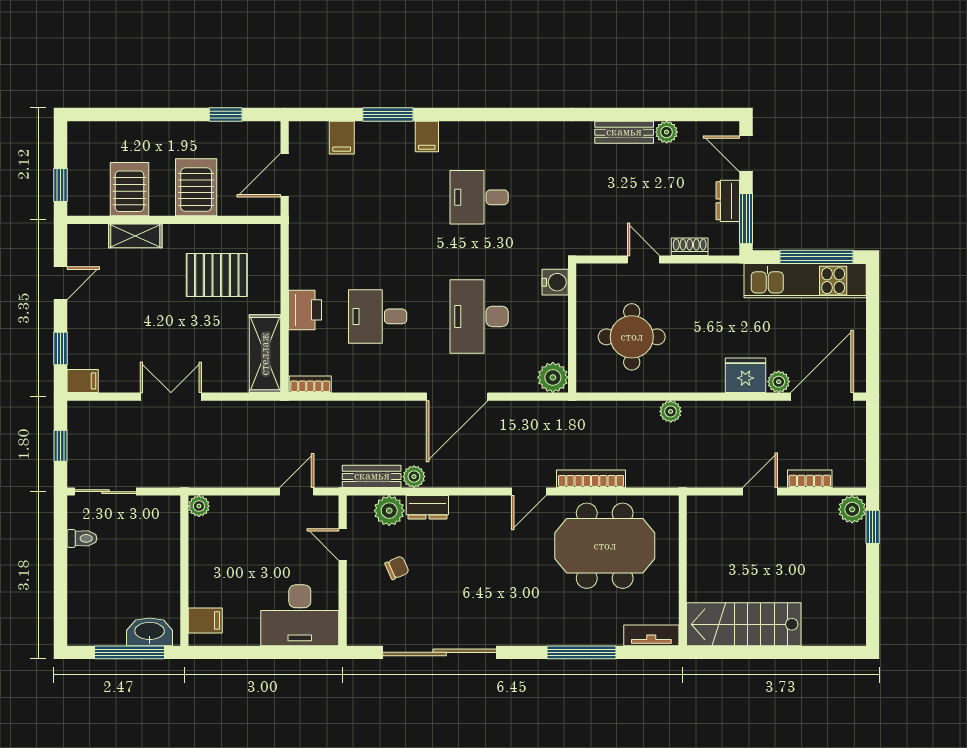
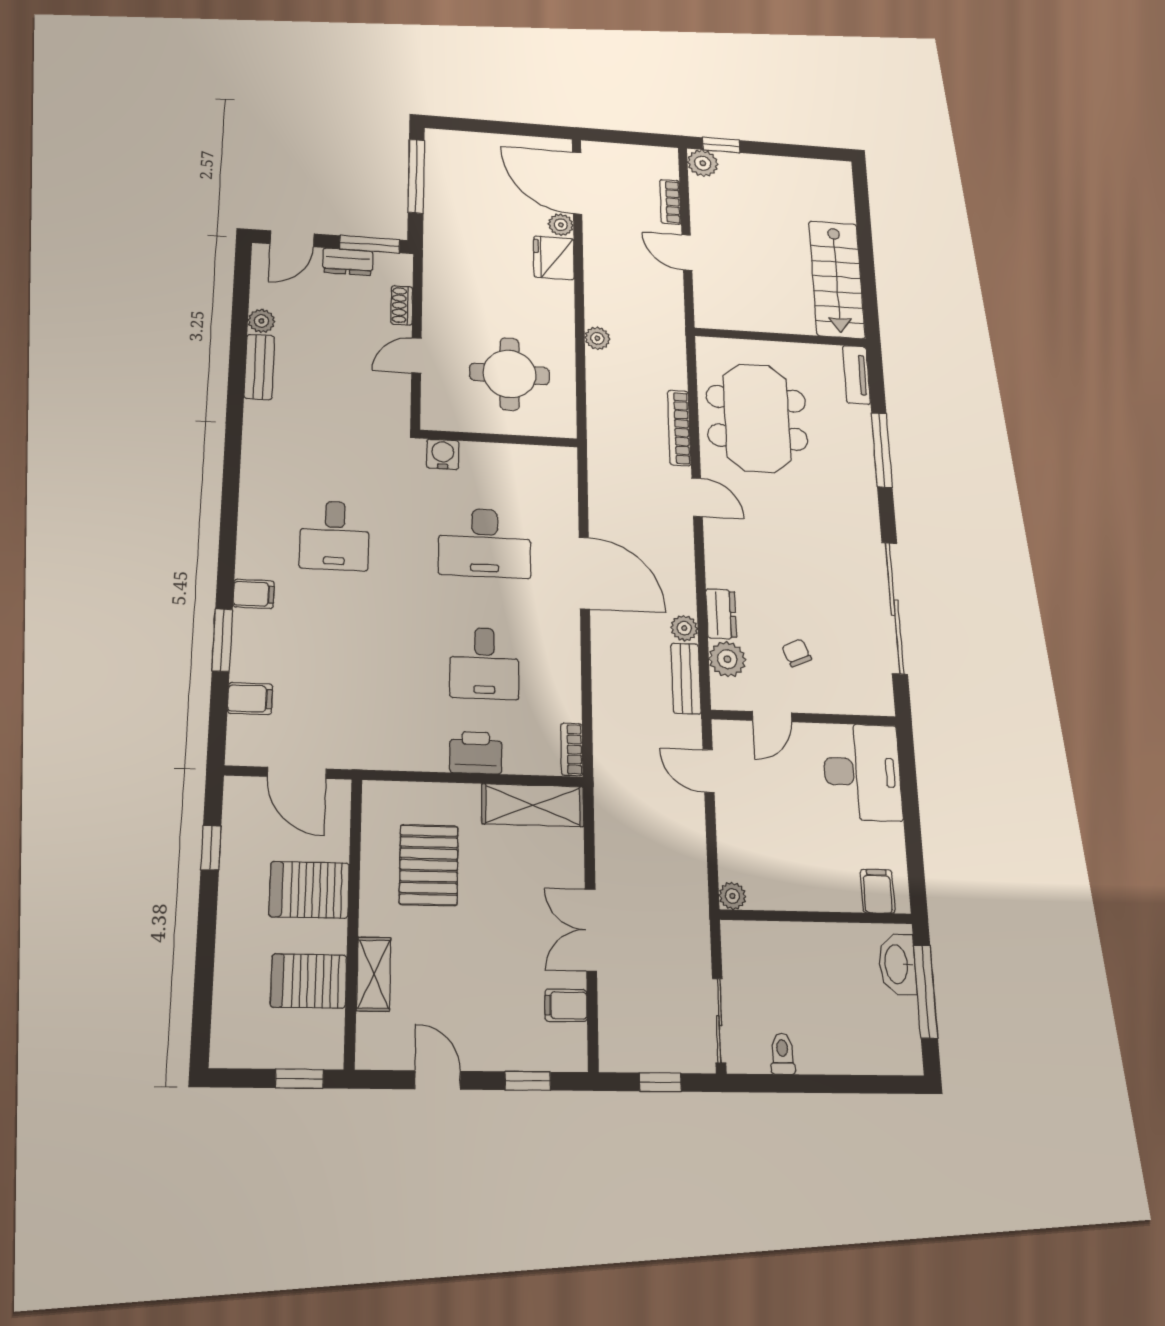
kitchen unit: (805, 281) -> (444, 190), removed
plant: (553, 377) -> (559, 463), removed
filing cabinet: (83, 381) -> (566, 1005), moved, turned -90

